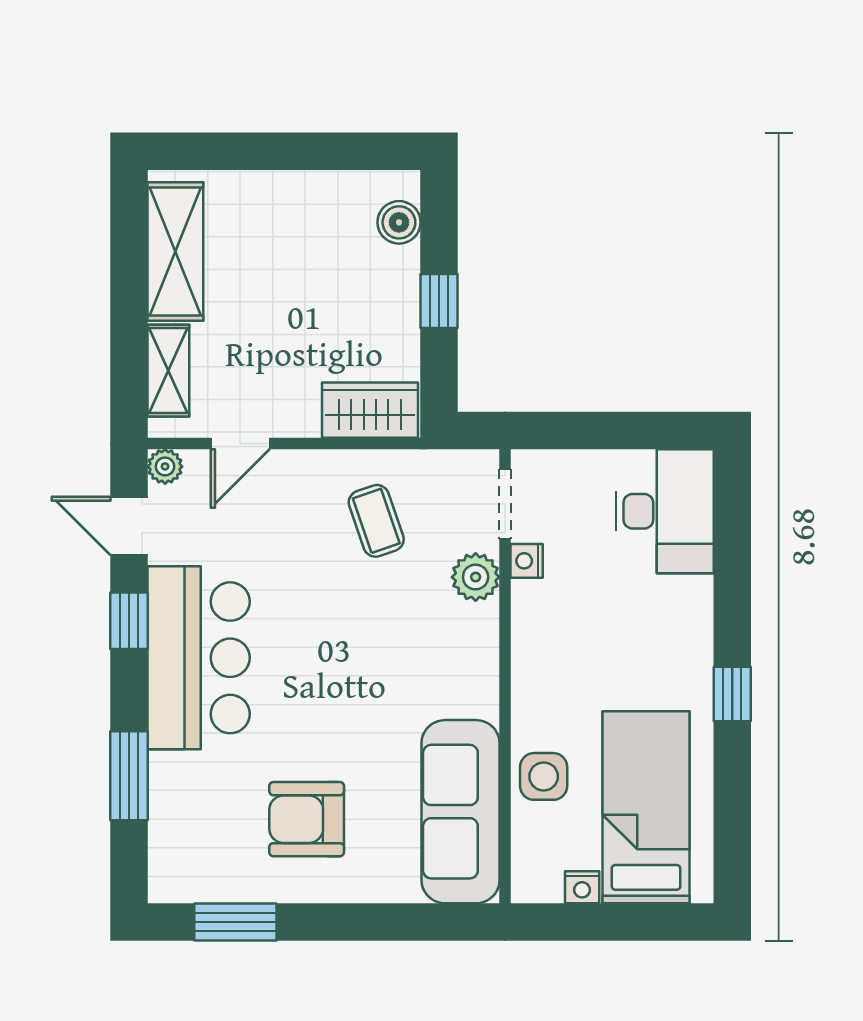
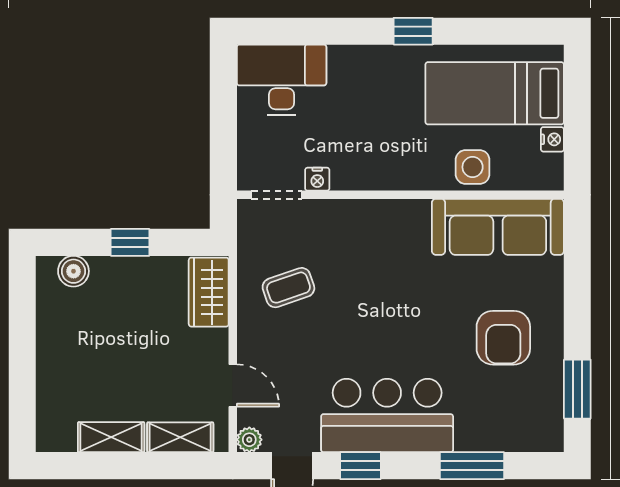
shelving: (175, 251) -> (111, 437), width x0.67, depth x0.75
plant: (476, 577) -> (329, 216), removed

